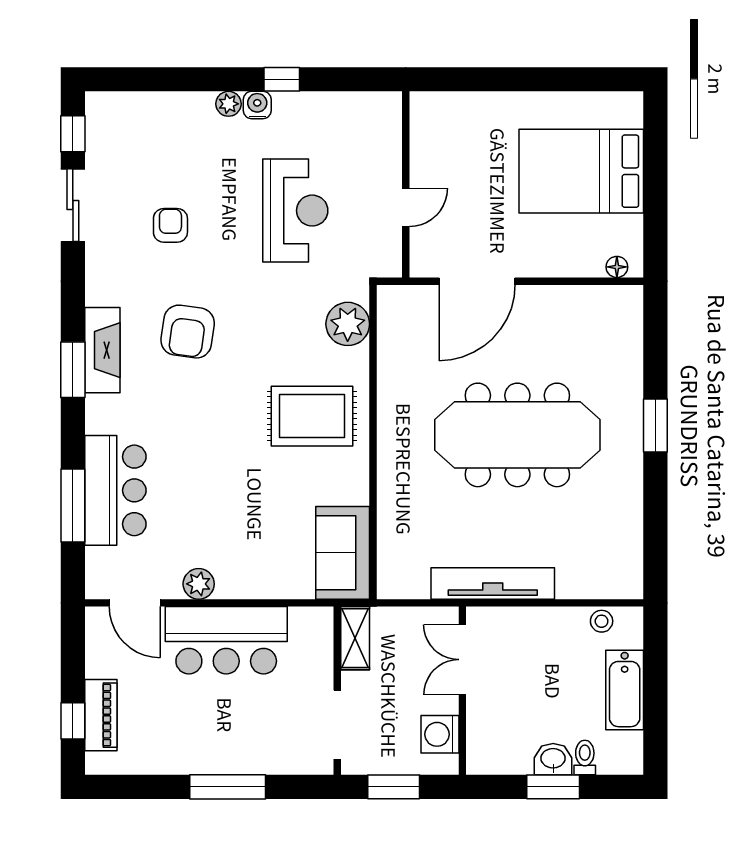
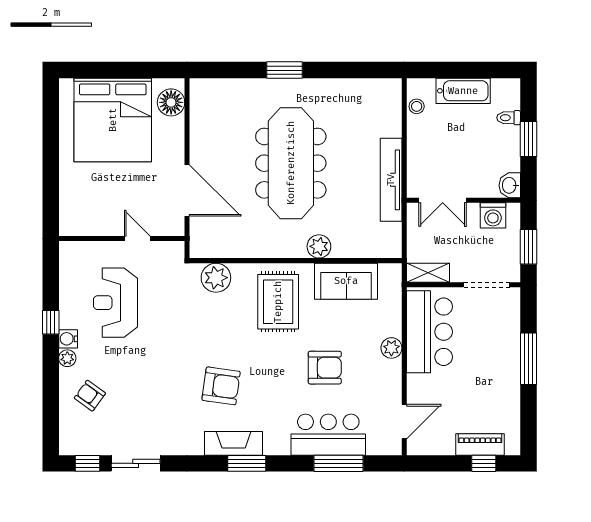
bed: (581, 171) -> (113, 120), width x1.36
reception desk: (295, 211) -> (115, 303), moved, turned -90
armchair: (170, 225) -> (90, 396), moved, turned 36
floor lamp: (617, 267) -> (171, 102), width x1.89, depth x1.89
plant: (394, 477) -> (319, 246), added
armchair: (215, 485) -> (325, 368), added
sofa: (343, 553) -> (346, 281), moved
plant: (199, 584) -> (391, 348), moved
bar counter: (226, 640) -> (429, 332), moved
washbasin: (553, 759) -> (510, 185), moved

